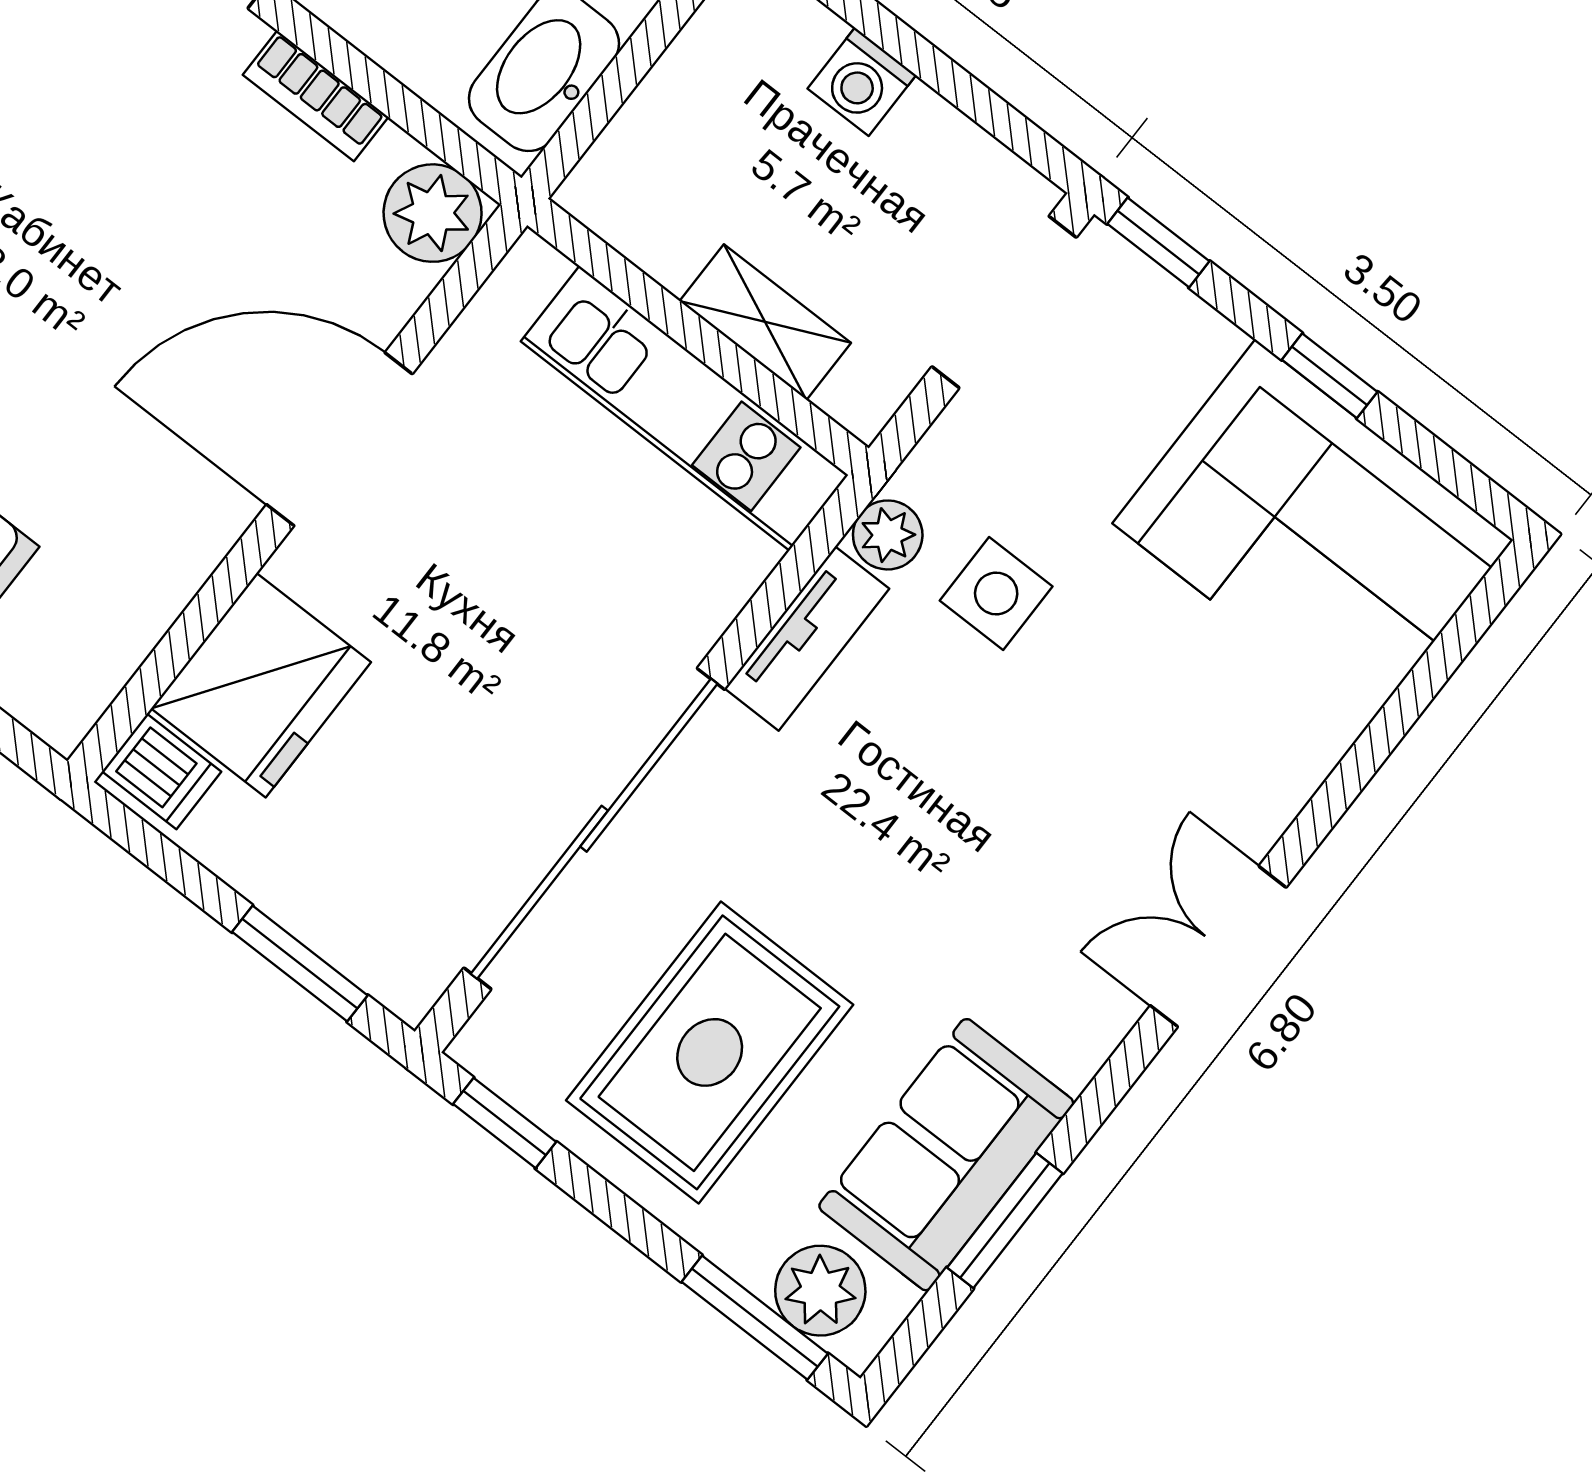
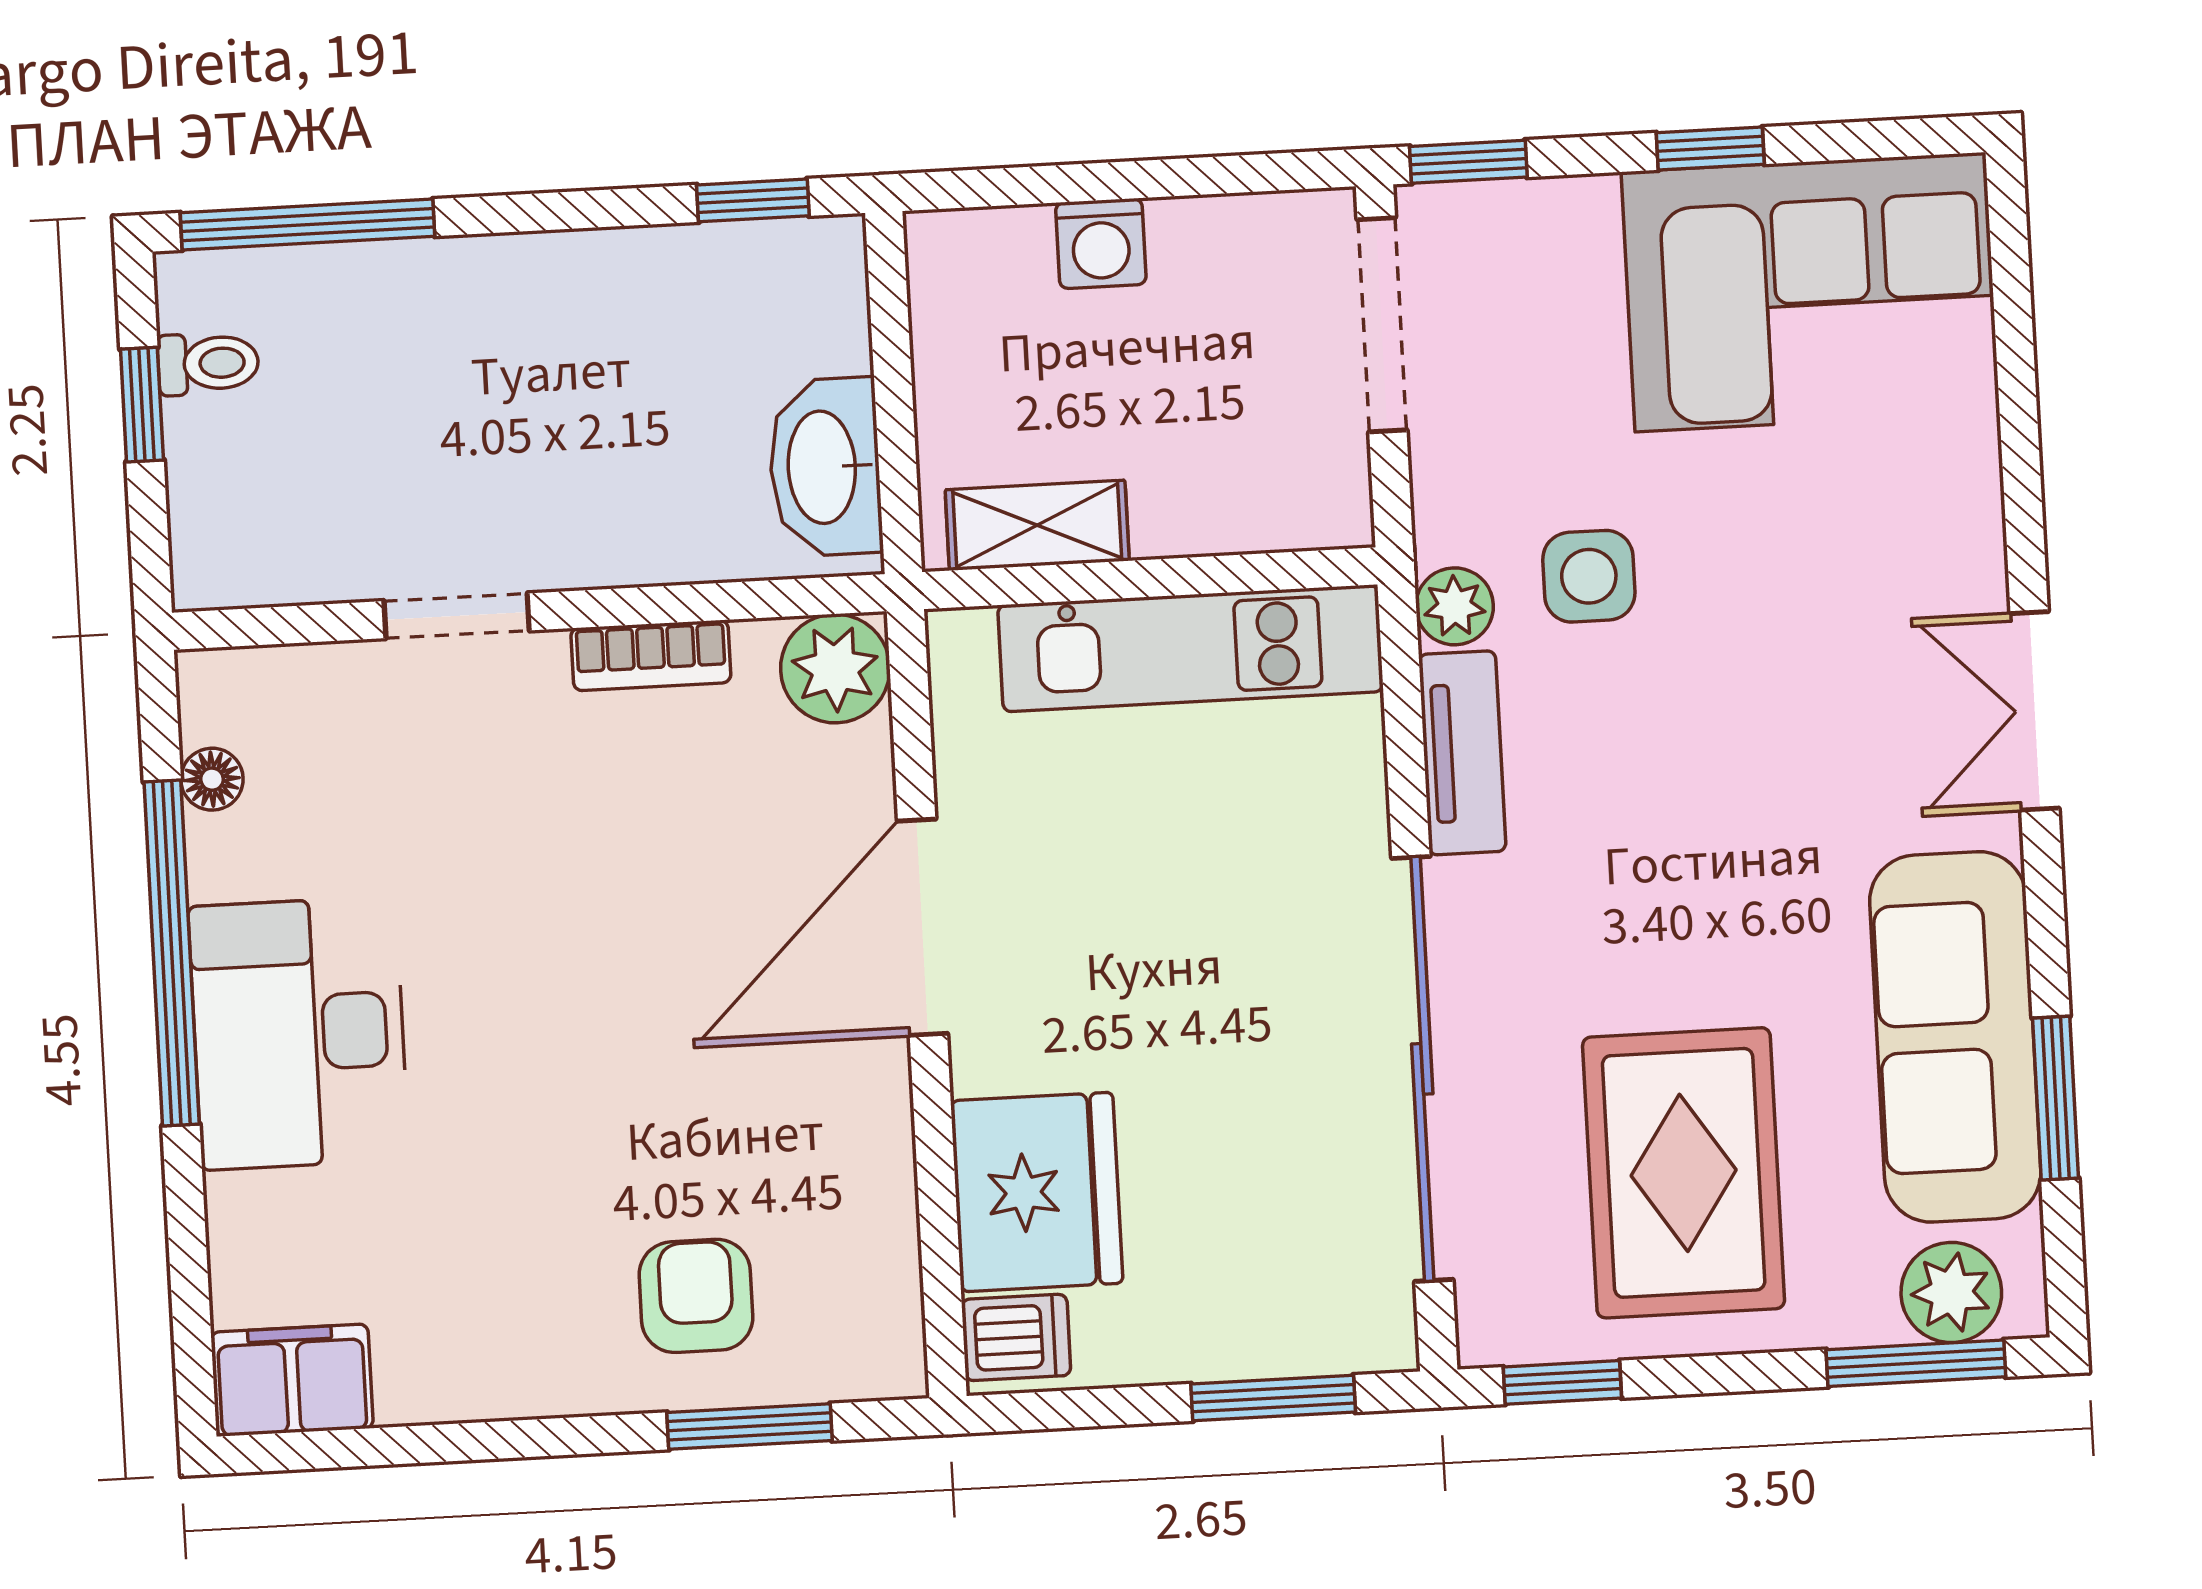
shelving: (765, 322) -> (1037, 525), moved
sofa: (946, 1155) -> (1955, 1037), width x1.36

